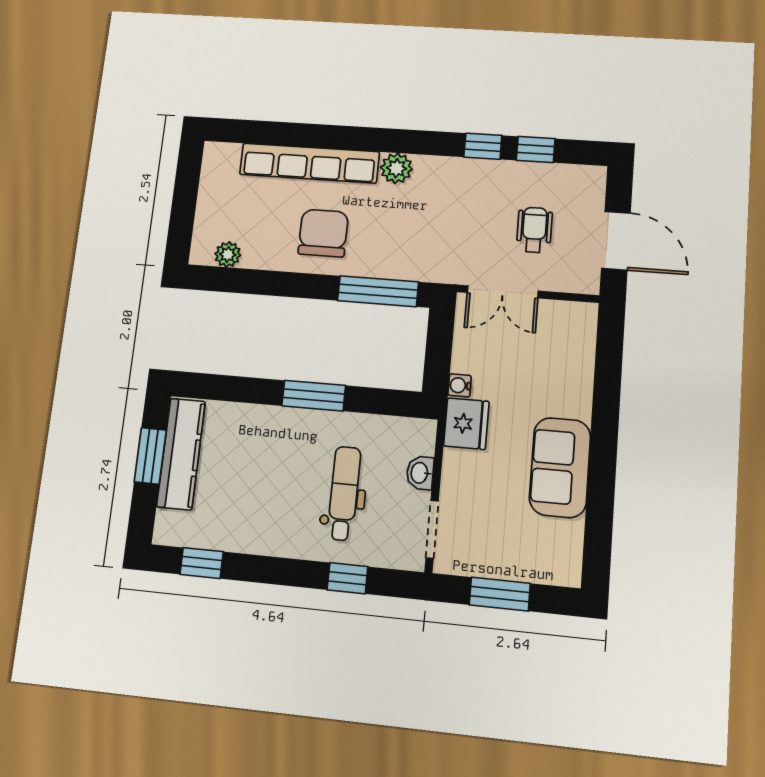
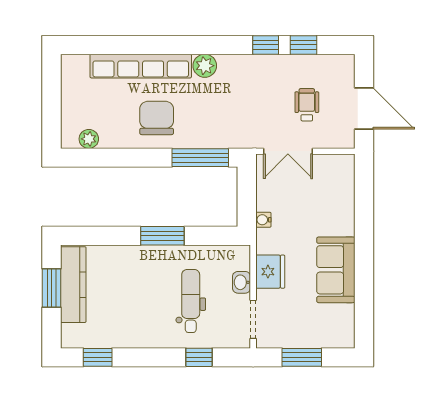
fridge: (466, 424) -> (270, 272), moved

